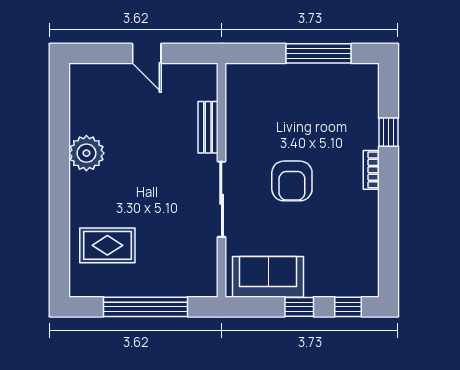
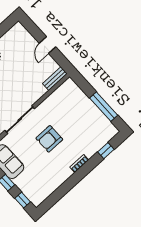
bench: (208, 127) -> (55, 79), moved
window: (388, 132) -> (106, 151), moved

